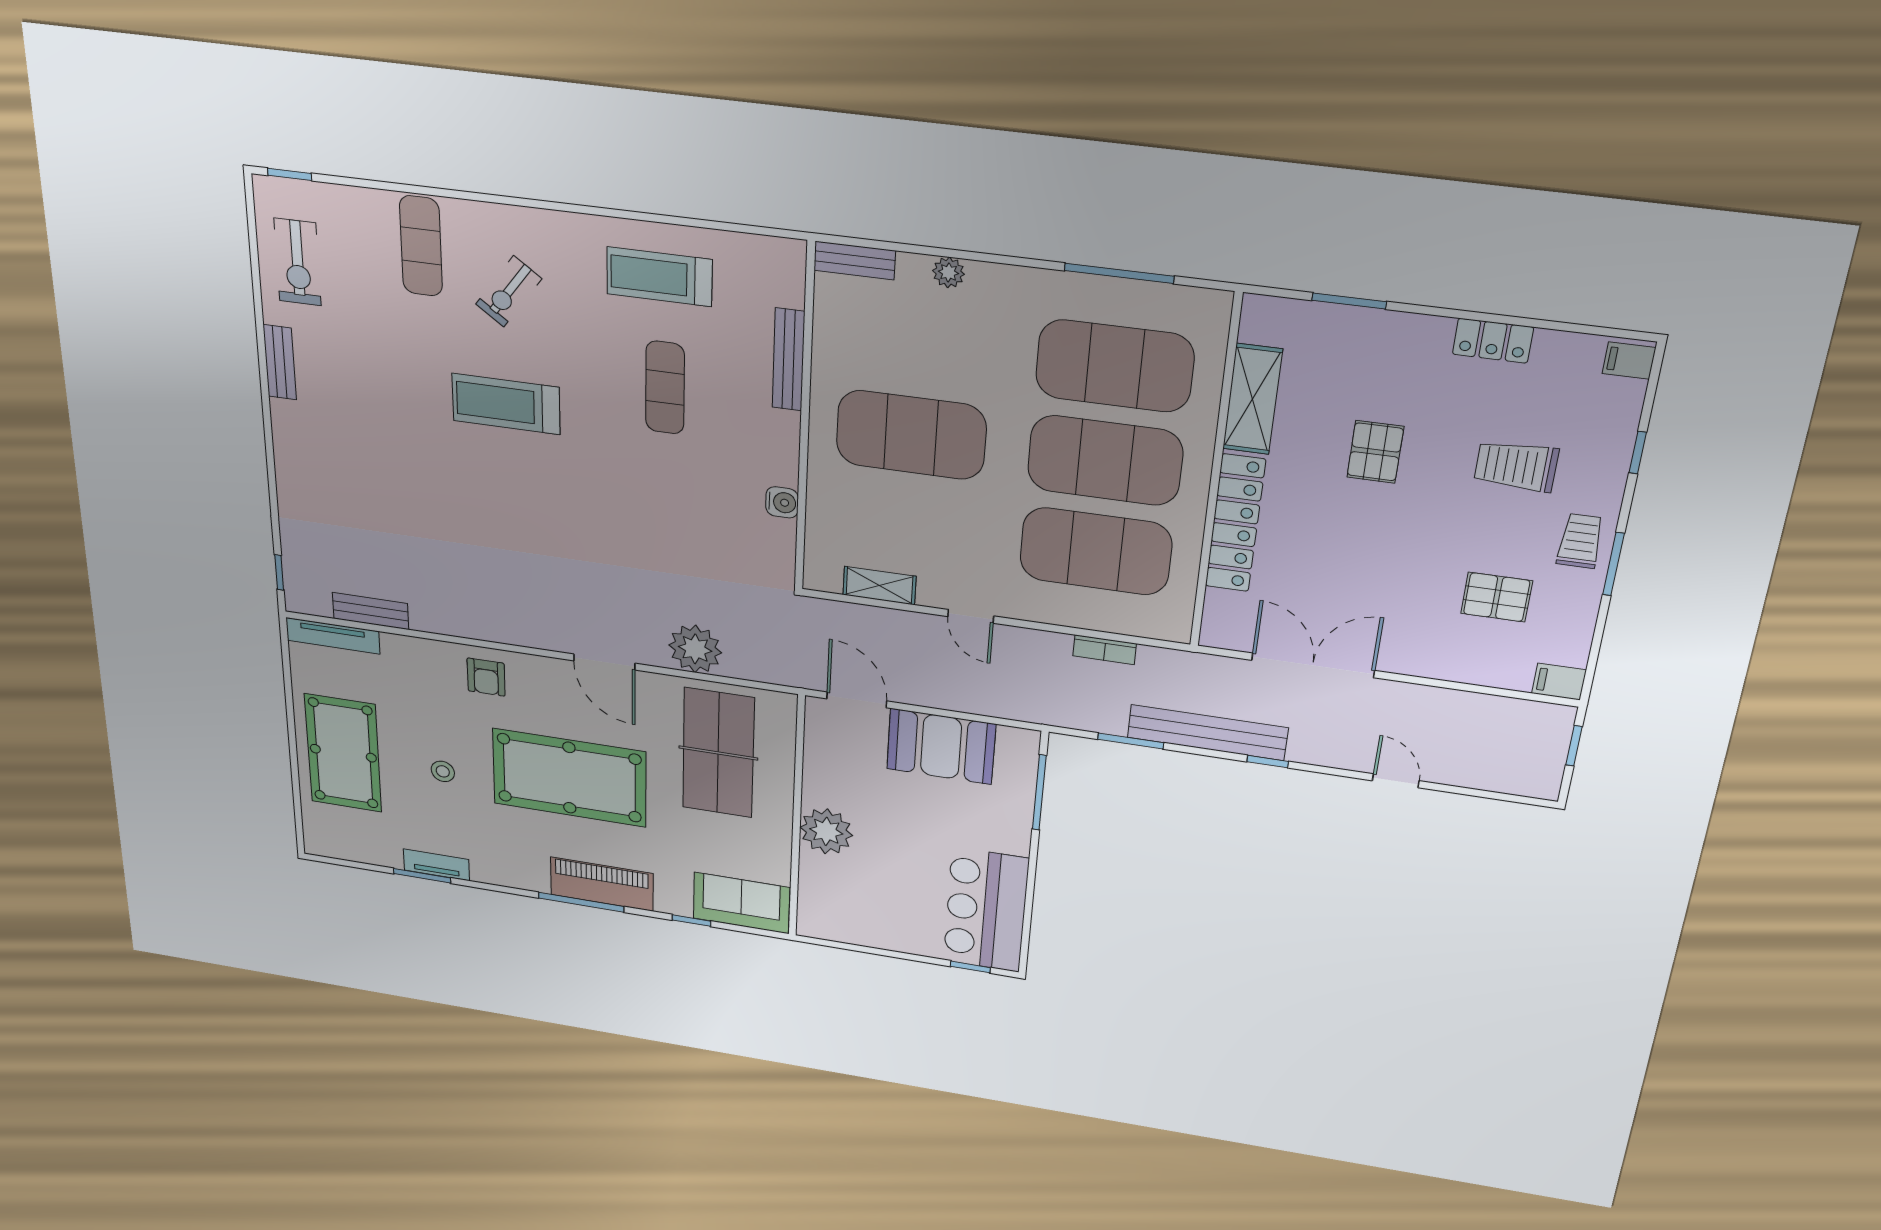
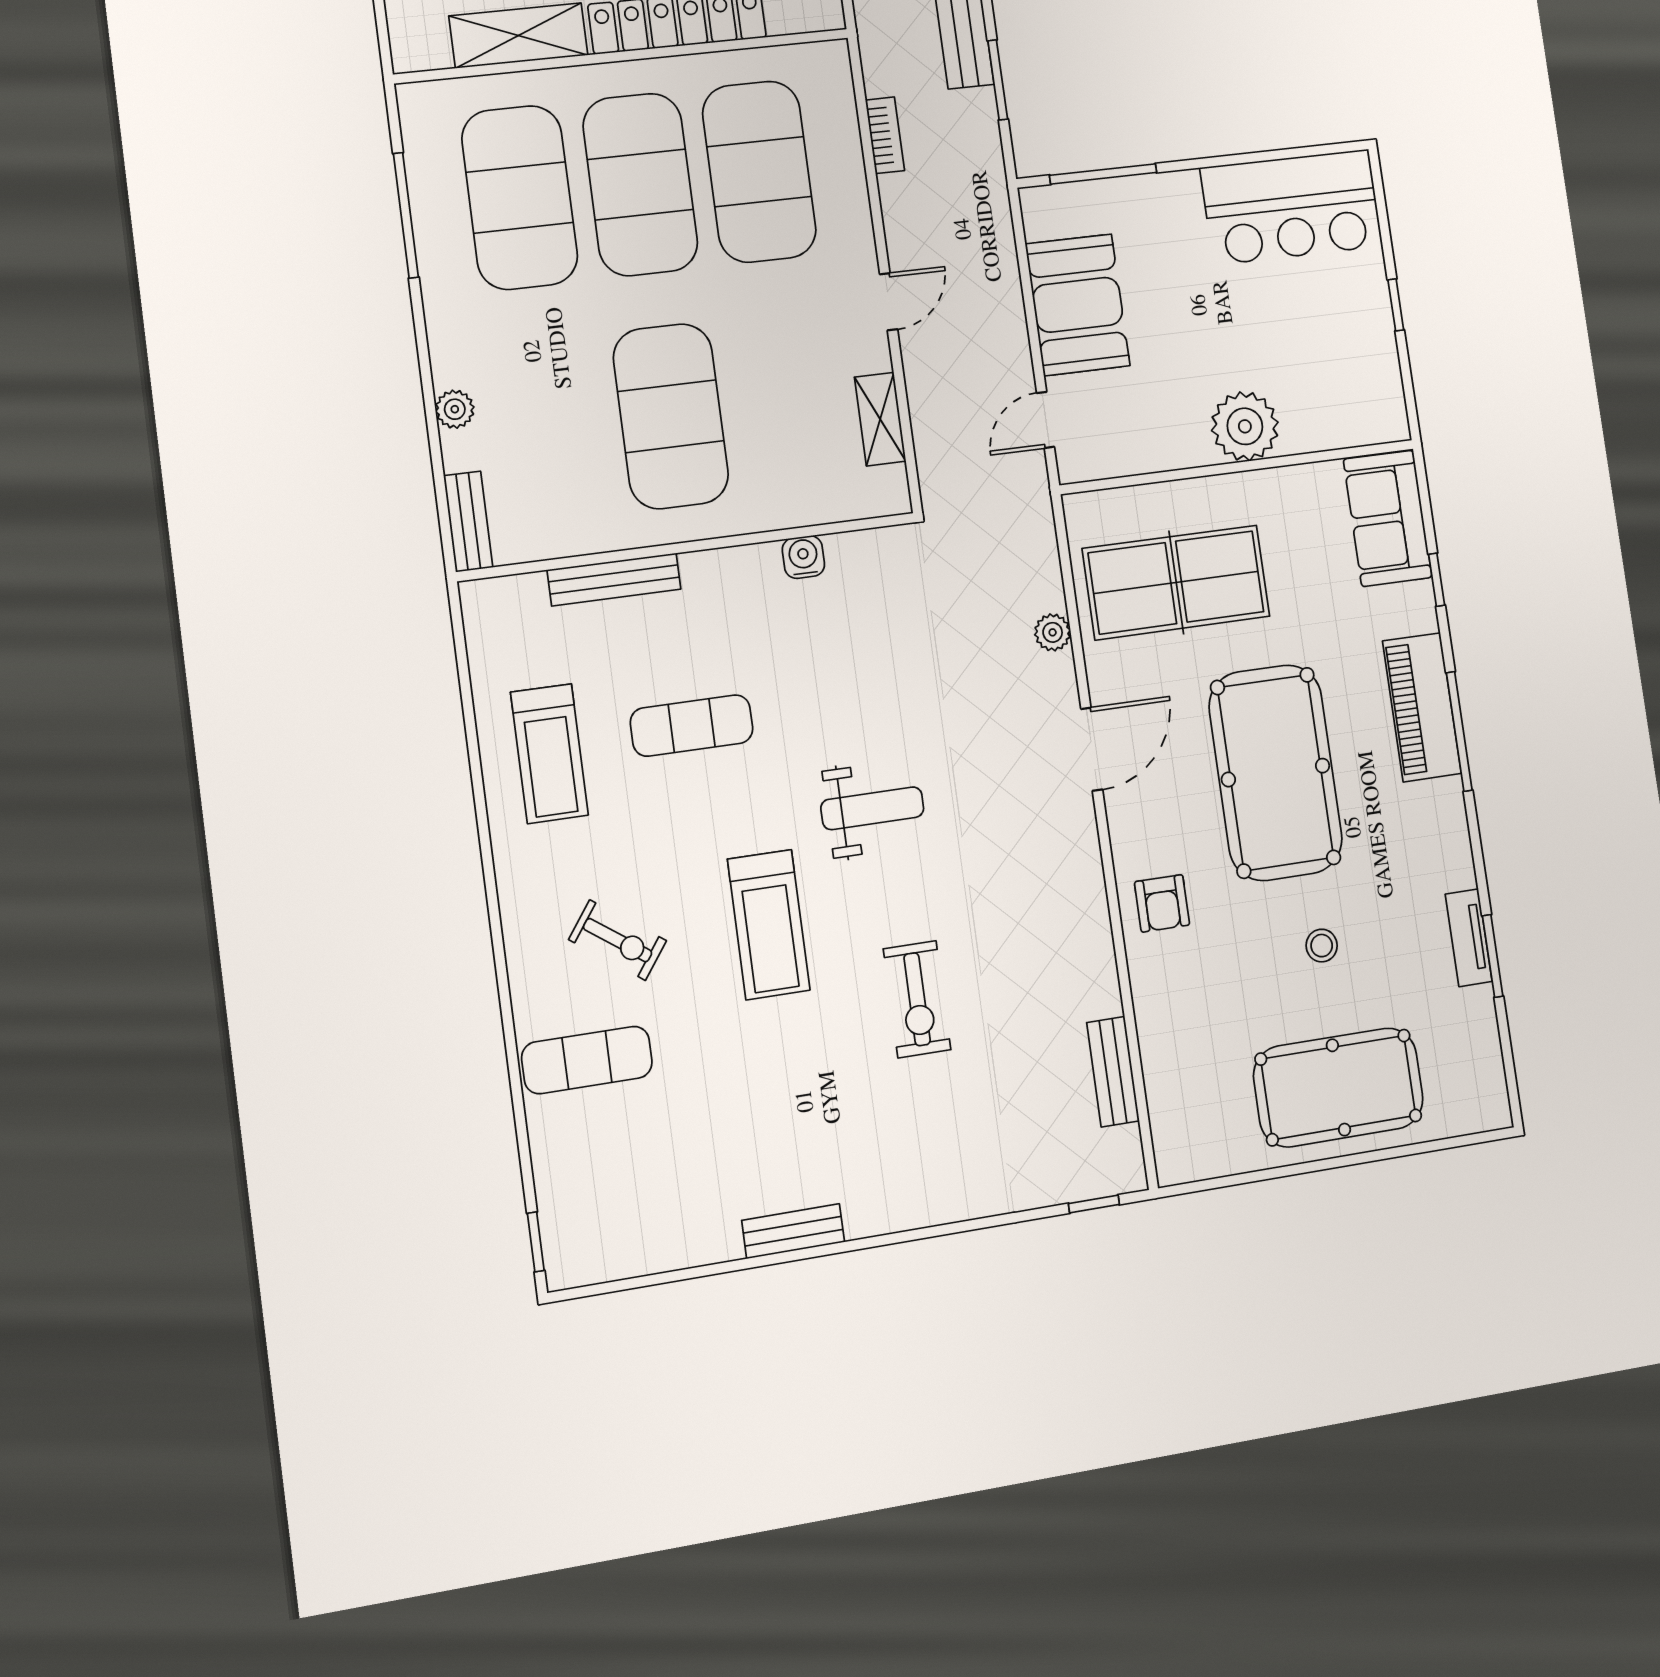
exercise bike: (298, 262) -> (917, 999), moved, turned 90
weight bench: (583, 500) -> (872, 808), added
tv unit: (333, 636) -> (1165, 1120), removed
plant: (695, 649) -> (1053, 632), width x0.53, depth x0.53
armchair: (486, 677) -> (1162, 903), turned 90
door: (857, 700) -> (1045, 420), width x0.73
window: (970, 967) -> (1396, 305), moved

